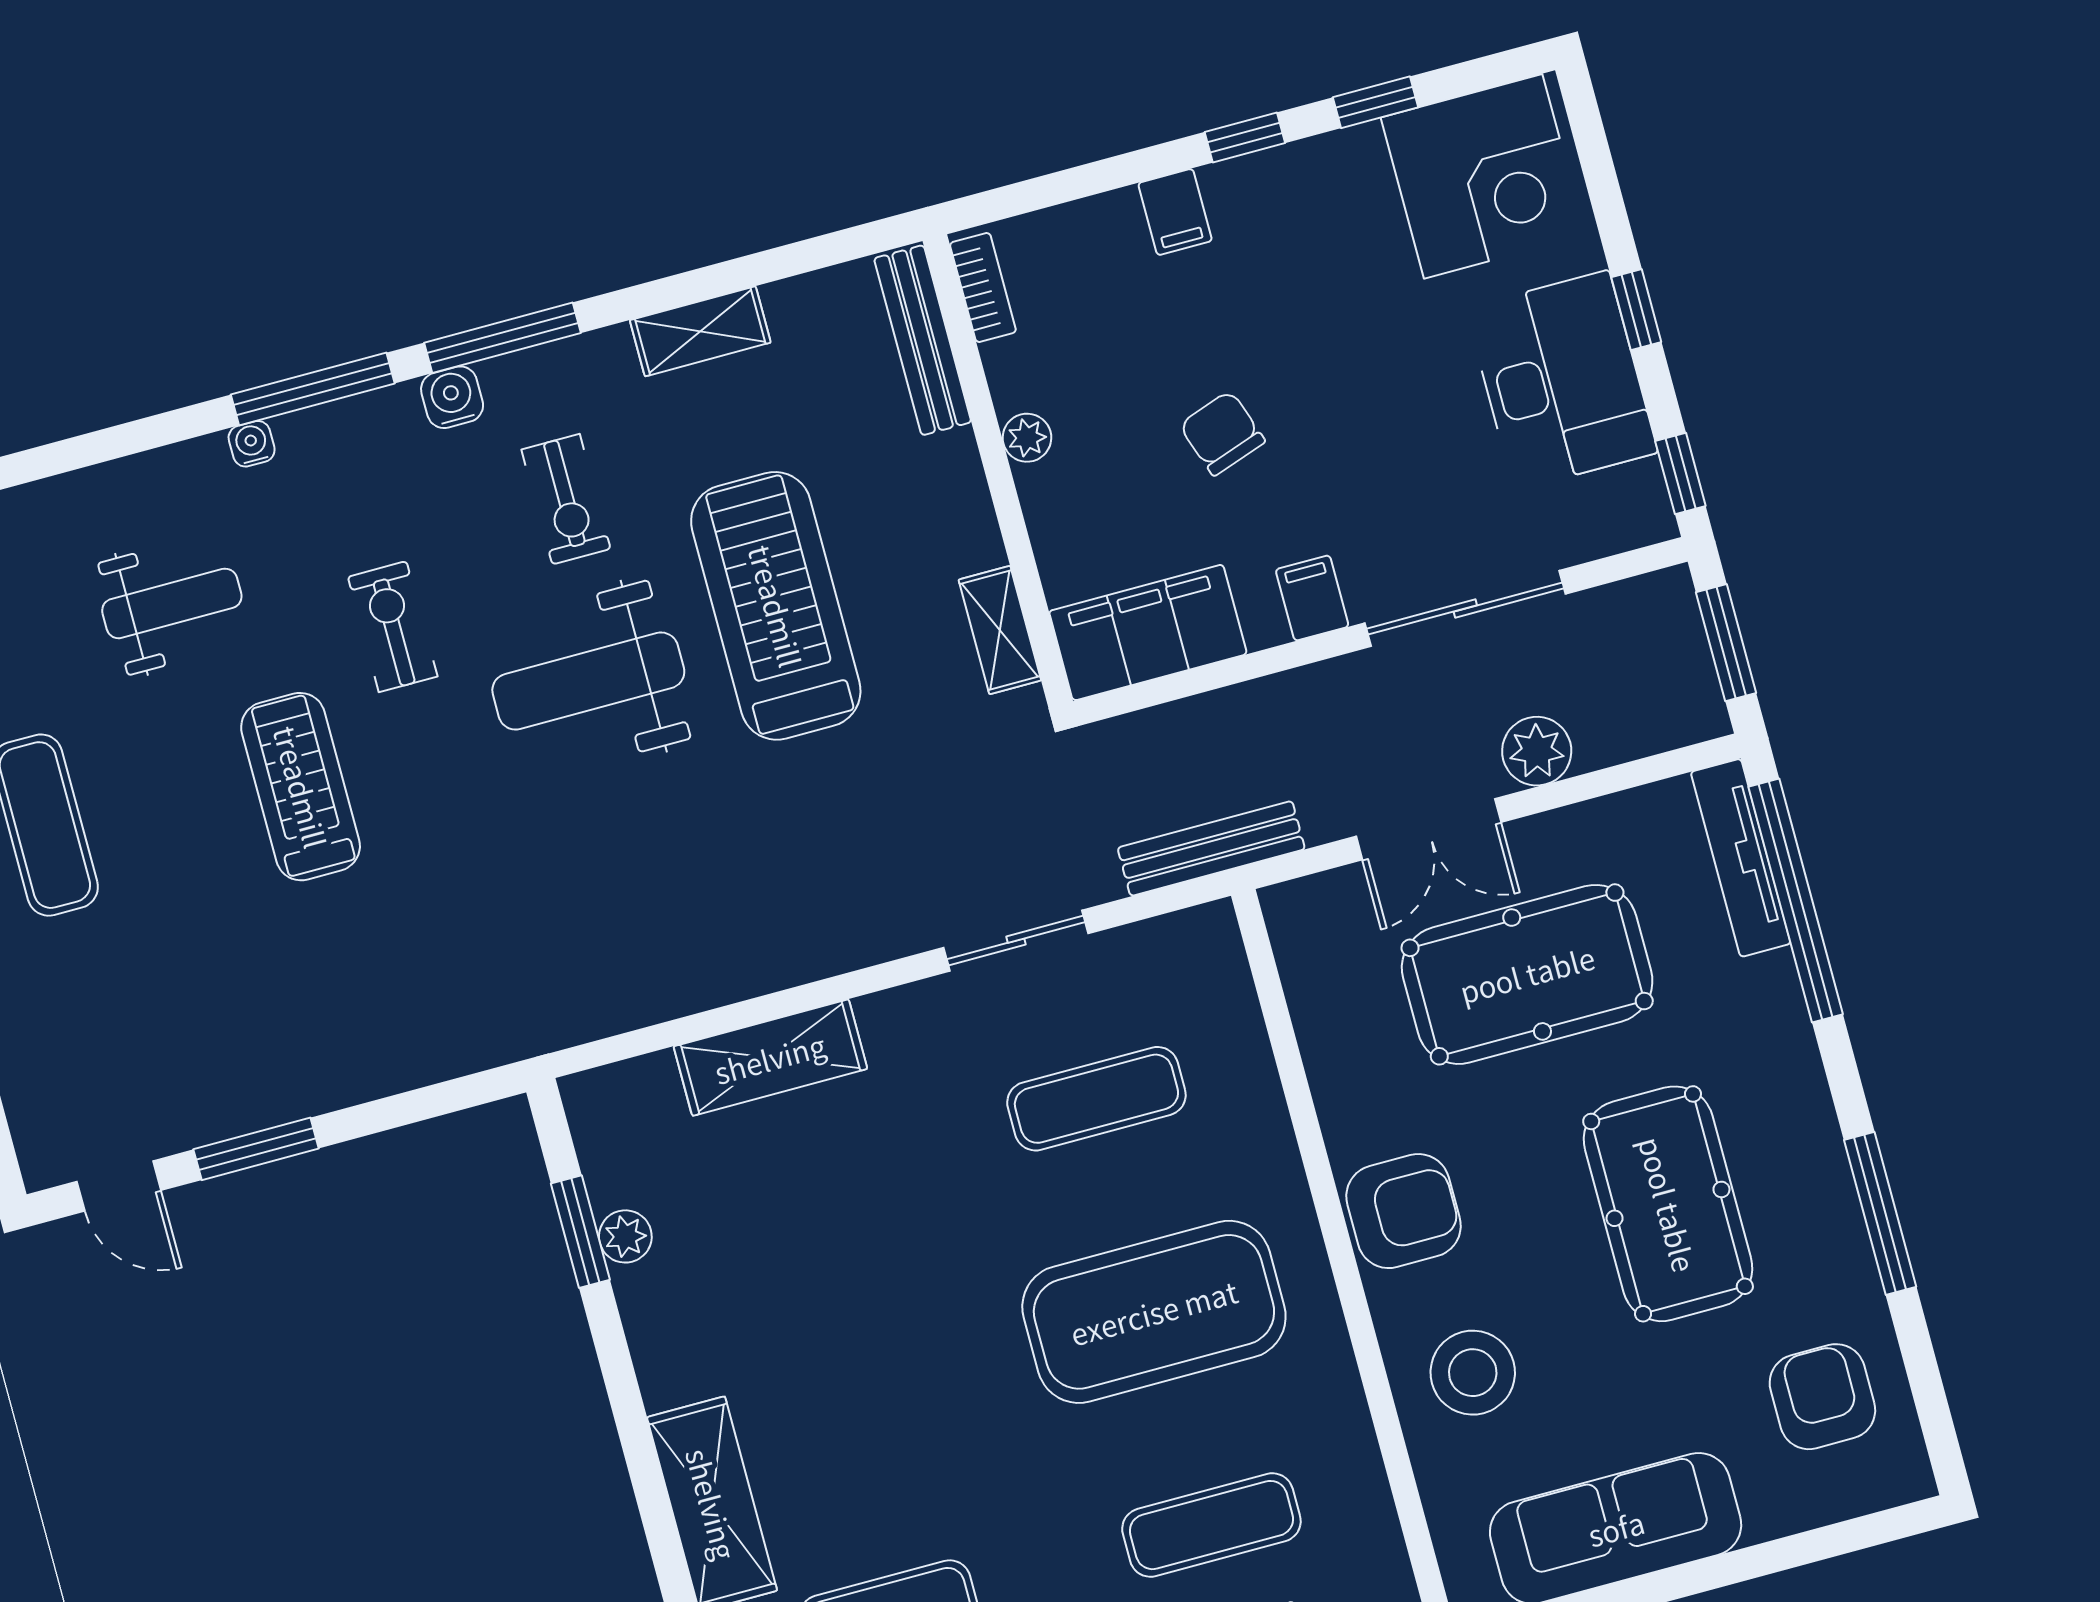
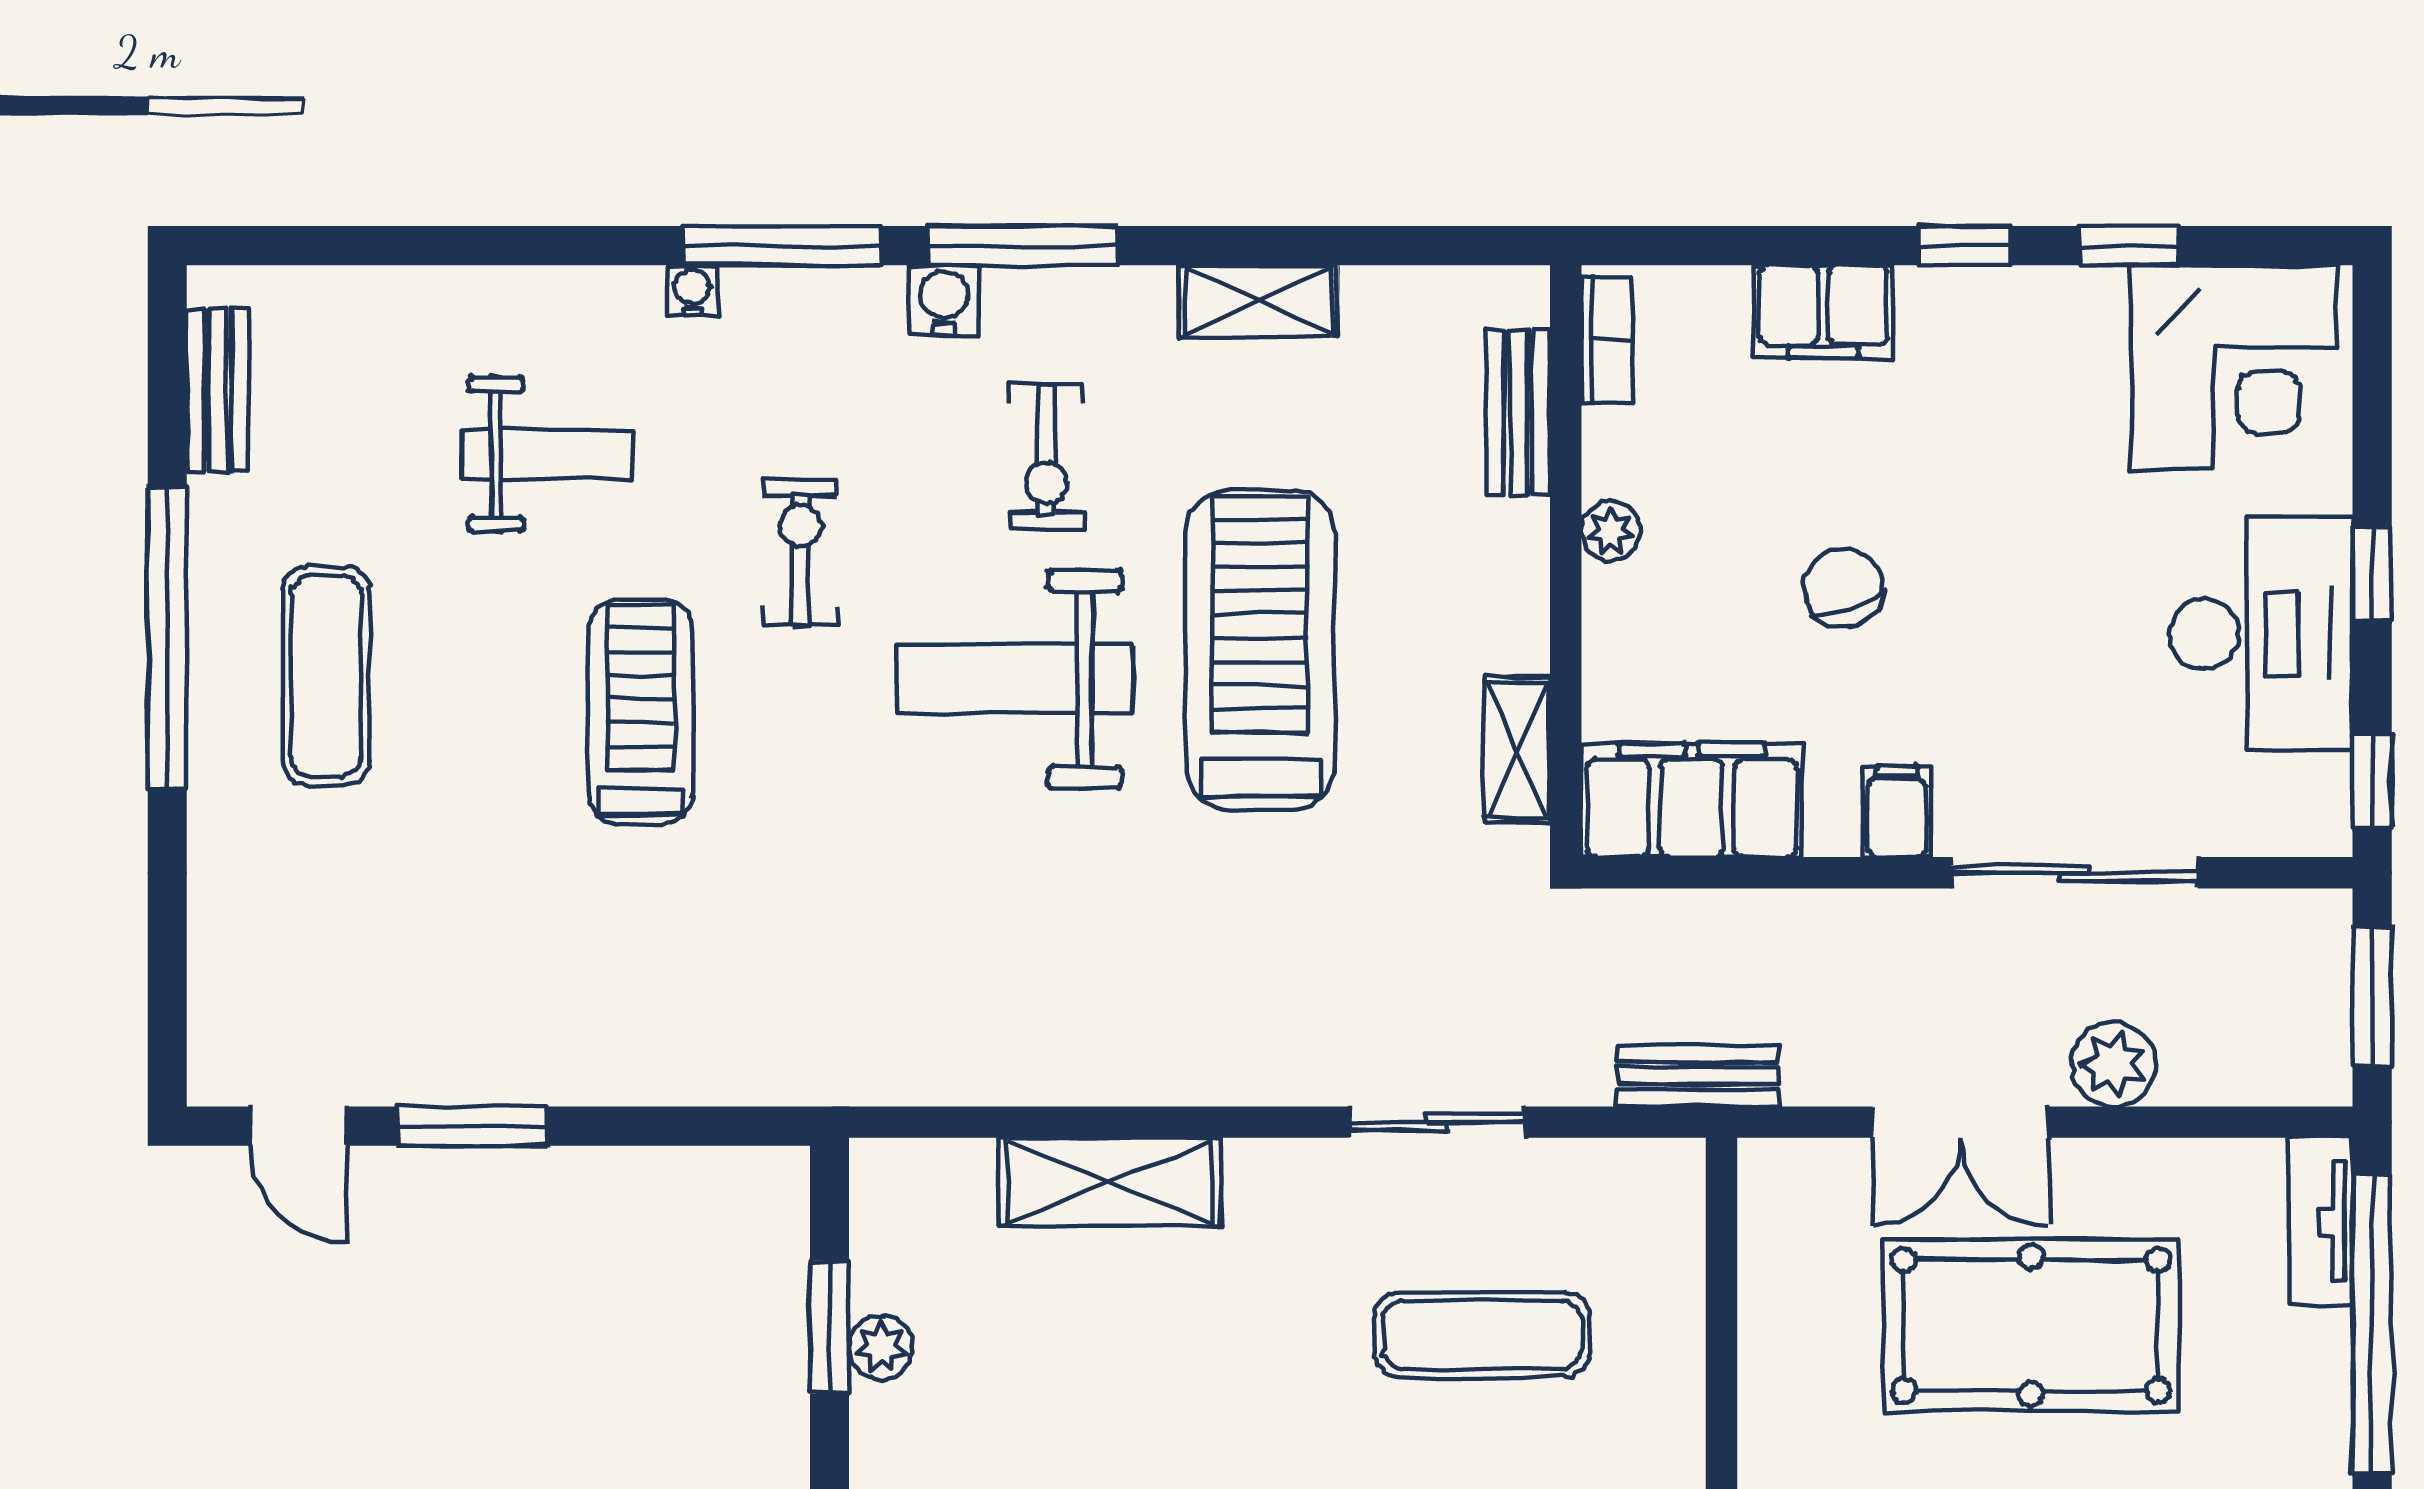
filing cabinet: (1175, 212) -> (1823, 311), width x2.00
bench: (923, 340) -> (1519, 413), width x0.73
bench: (1211, 848) -> (1698, 1076), width x0.73
tv unit: (1741, 858) -> (2321, 1221), width x0.71

